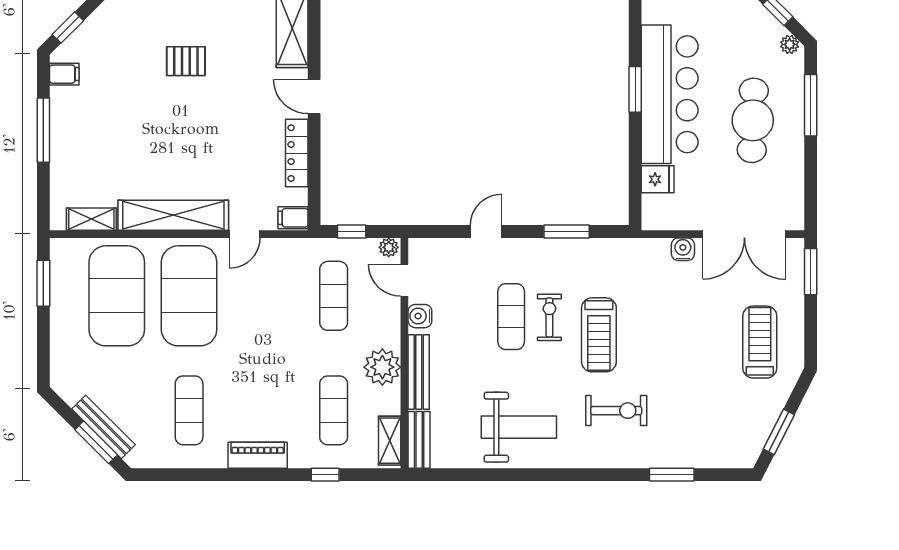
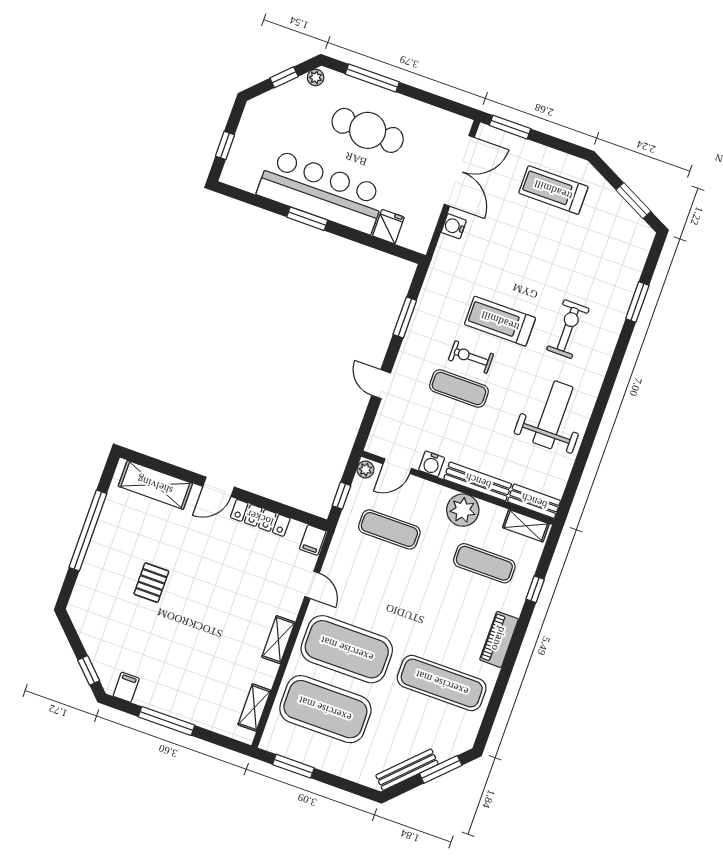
shelving: (173, 215) -> (278, 640), width x0.45, depth x0.75
treadmill: (599, 335) -> (500, 321), turned 180
exercise mat: (189, 410) -> (442, 683), width x1.36, depth x1.45
bench: (103, 427) -> (407, 770), moved

